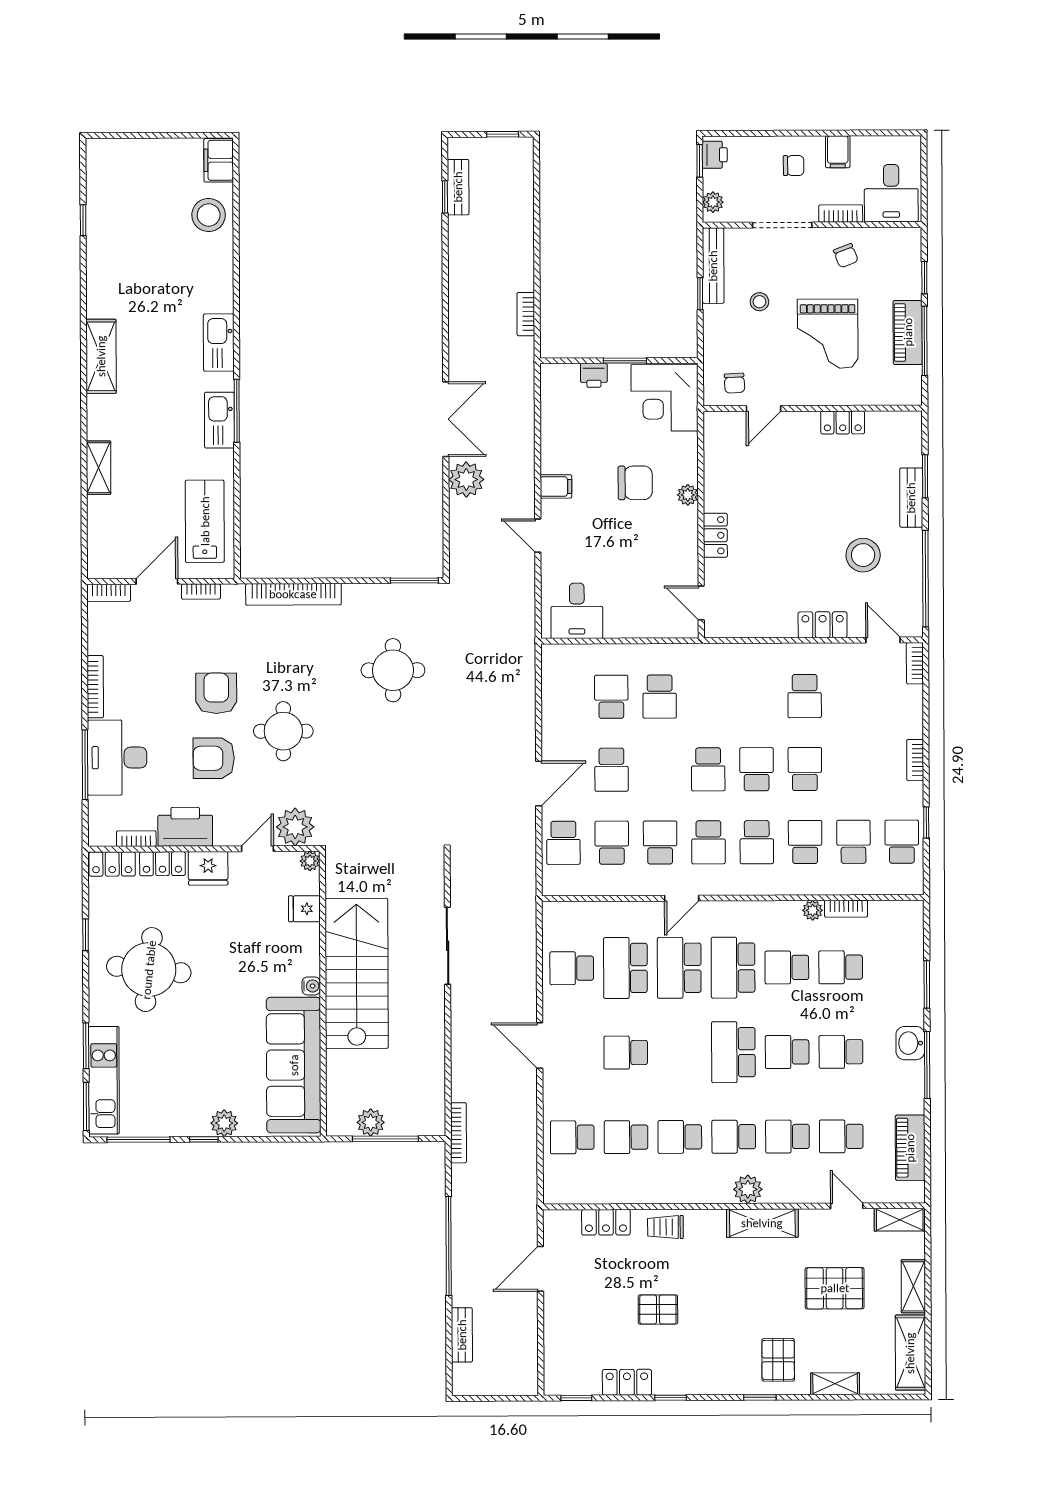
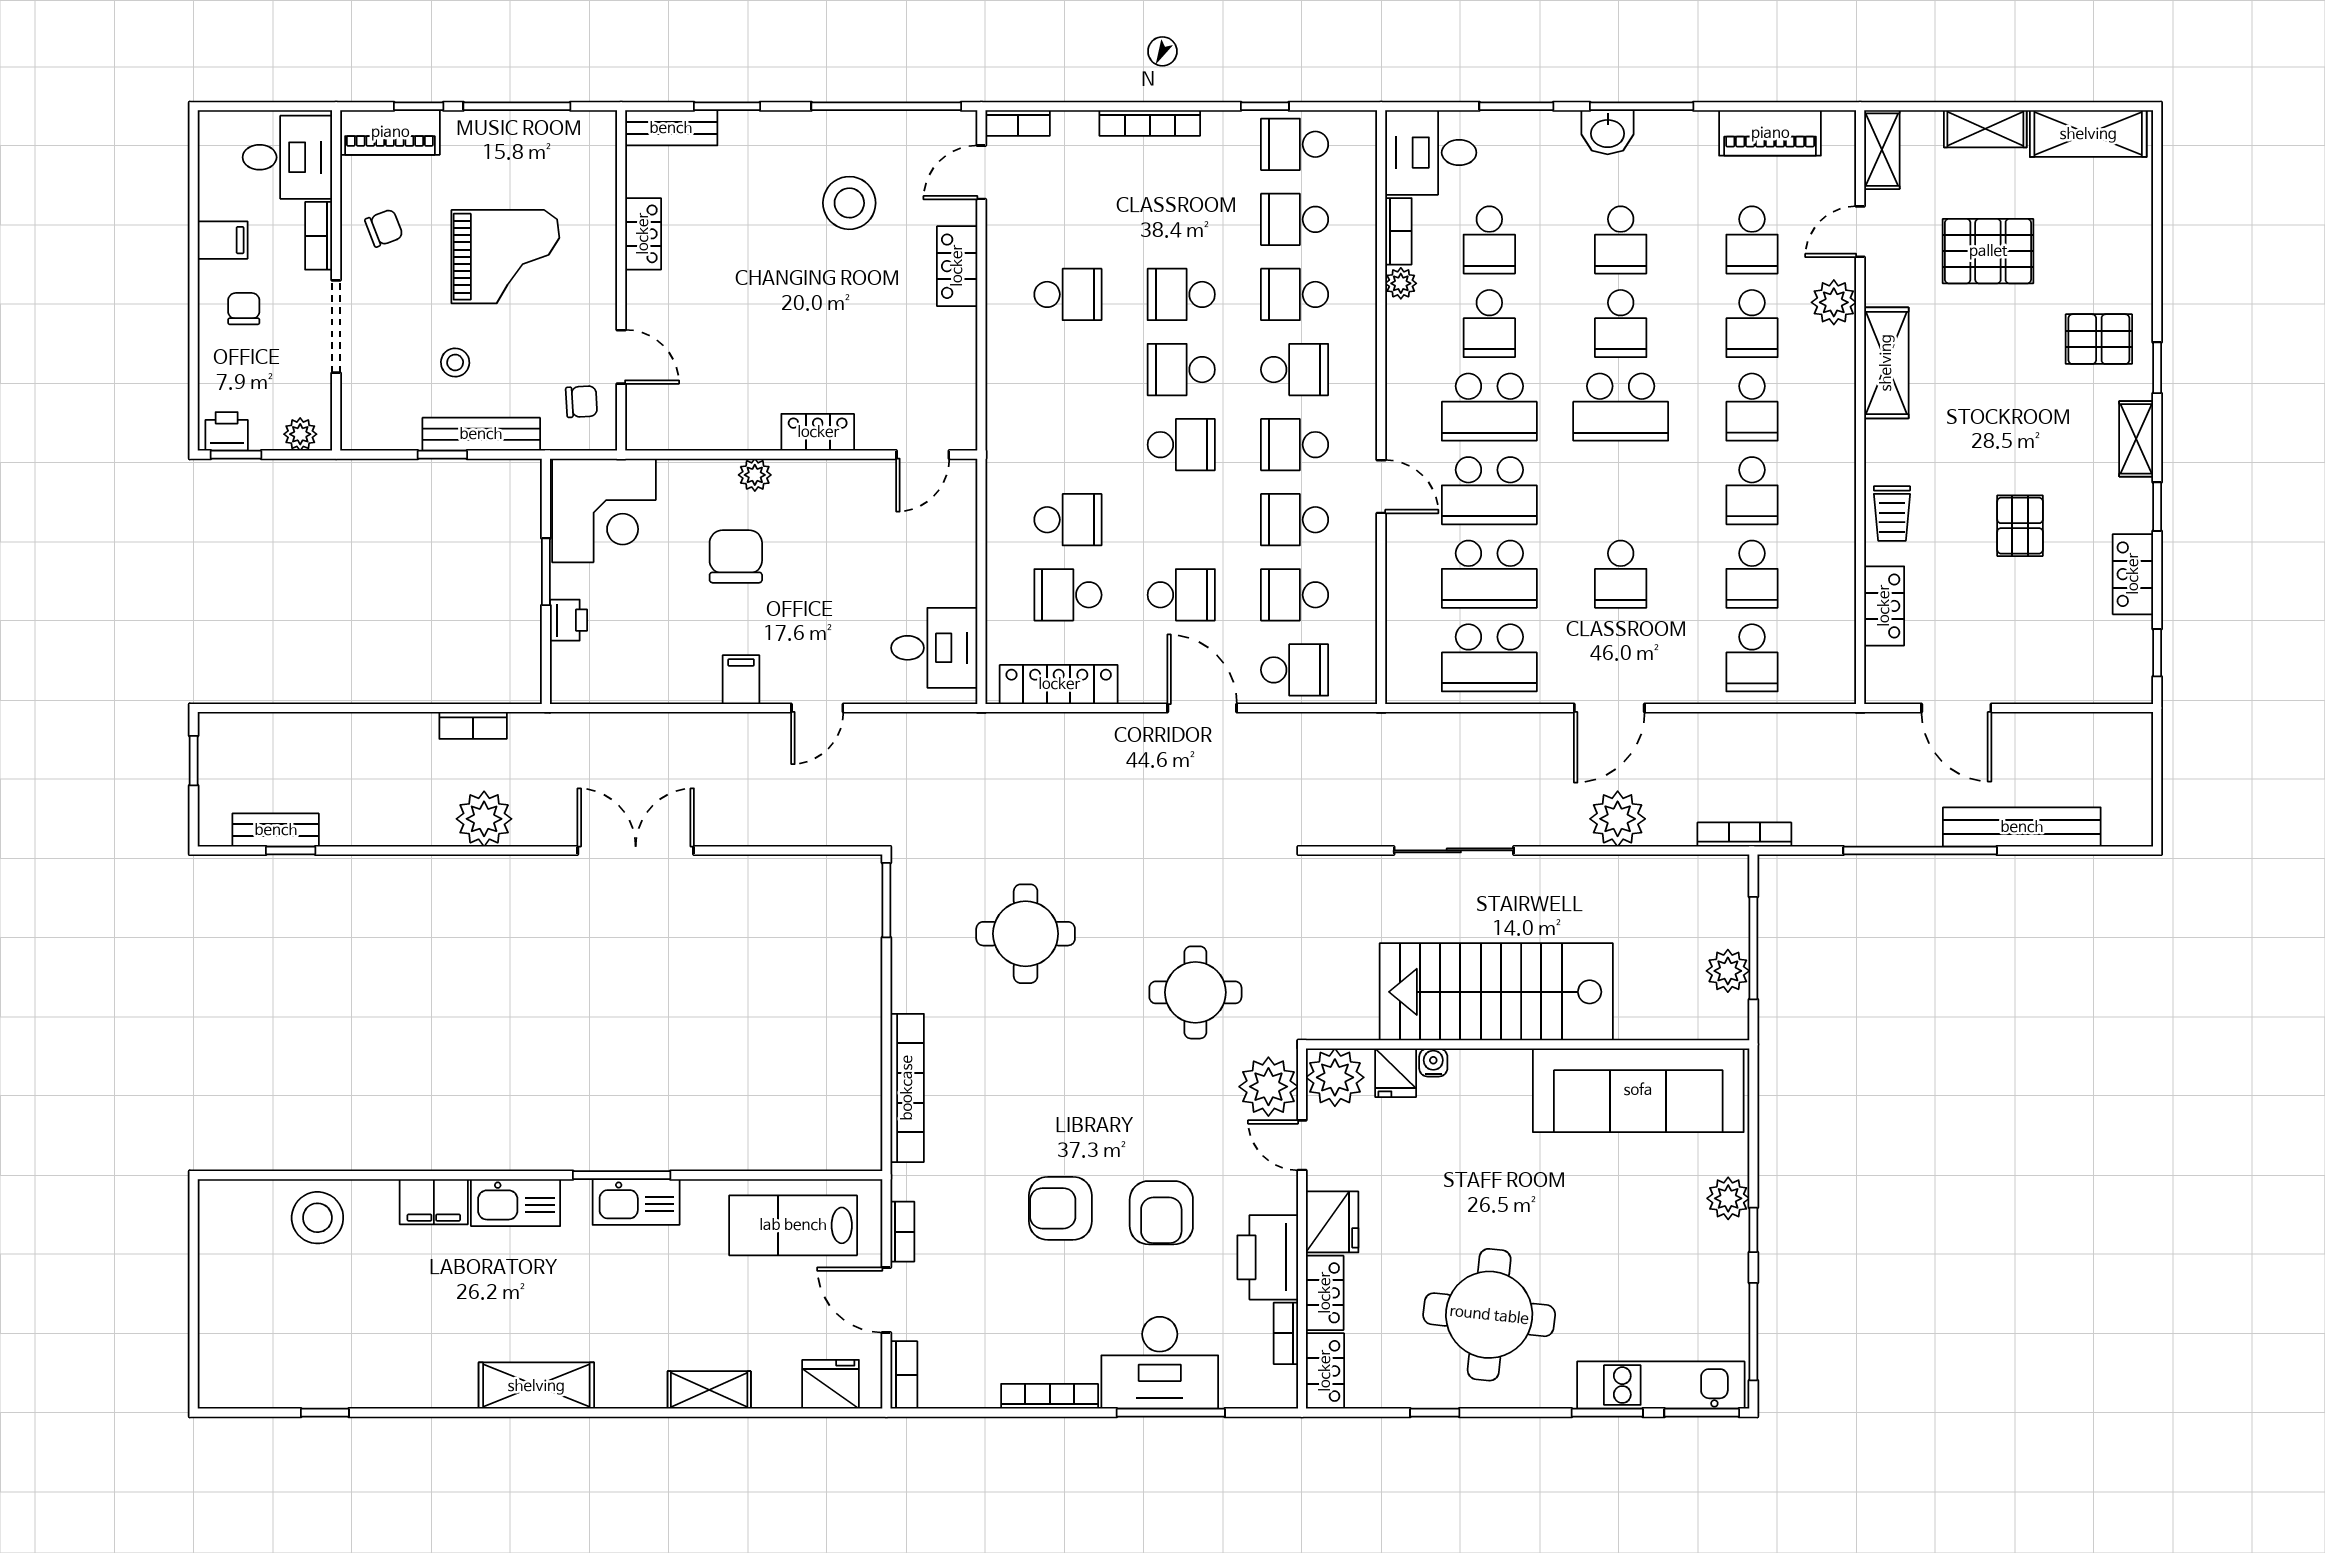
filing cabinet: (219, 160) -> (434, 1202), moved
bench: (713, 266) -> (481, 434), moved
piano: (908, 332) -> (390, 132), moved
plant: (466, 479) -> (484, 819), moved
bench: (911, 498) -> (671, 128), moved
fridge: (103, 546) -> (831, 1384), added
locker: (554, 691) -> (1059, 684), added
round table: (283, 731) -> (1195, 992), moved
bookcase: (915, 760) -> (1150, 123), width x1.56
school desk: (708, 842) -> (1295, 445), turned 180
plant: (310, 861) -> (1335, 1077), width x1.88, depth x1.88
desk: (897, 929) -> (1431, 153), added
school desk: (572, 968) -> (1489, 658), width x1.85
water cooler: (311, 986) -> (1433, 1063), moved
plant: (468, 1051) -> (1618, 819), added
plant: (748, 1189) -> (1834, 302), moved
pallet: (835, 1288) -> (1988, 251), turned 90
bench: (462, 1335) -> (2022, 827), width x1.86, depth x1.21
shelving: (835, 1384) -> (2136, 439), moved

